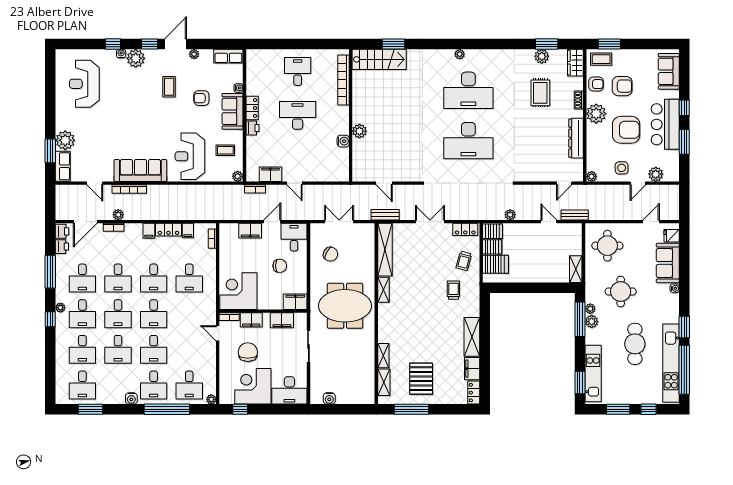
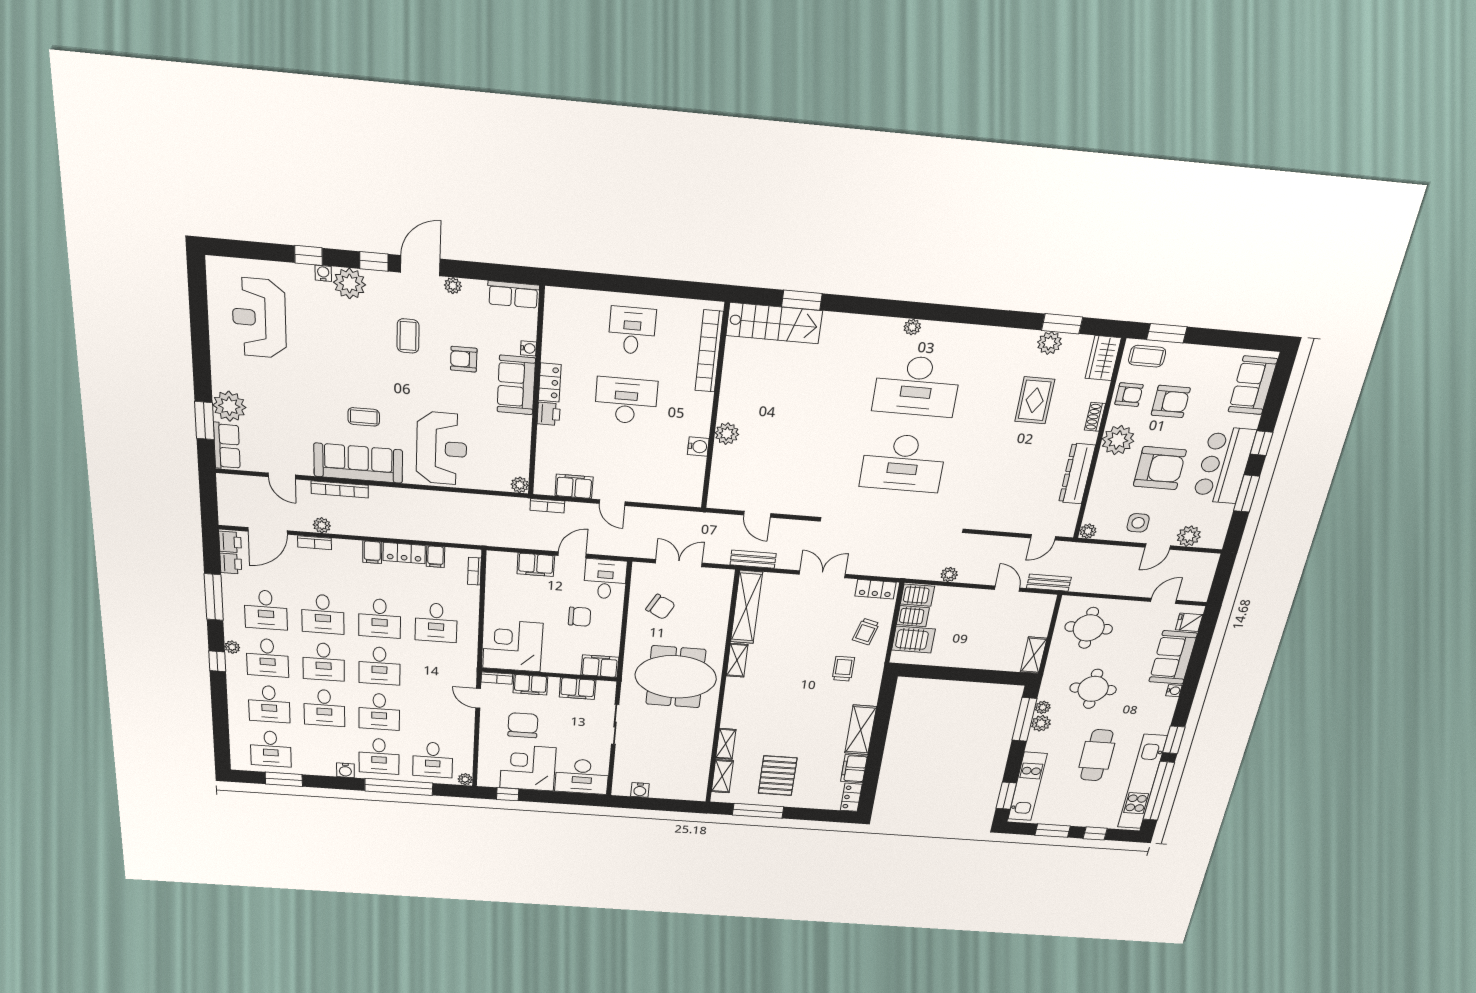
coffee table: (225, 150) -> (364, 417), moved
reception desk: (190, 156) -> (442, 448), turned 180

